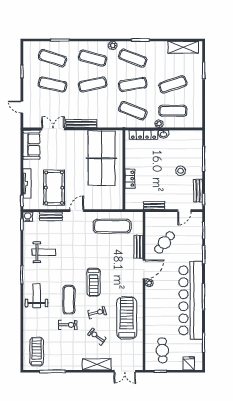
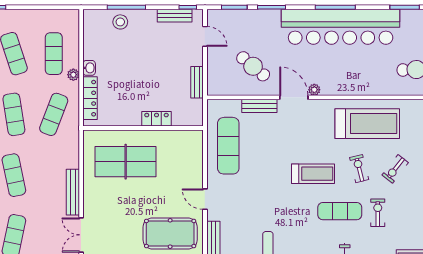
table tennis table: (102, 158) -> (126, 162), width x0.73, depth x0.76
stool: (181, 171) -> (120, 22), moved
treadmill: (127, 318) -> (367, 124), turned 180

